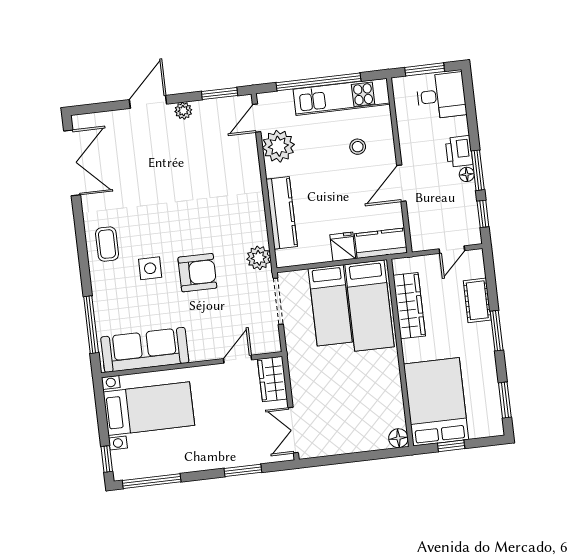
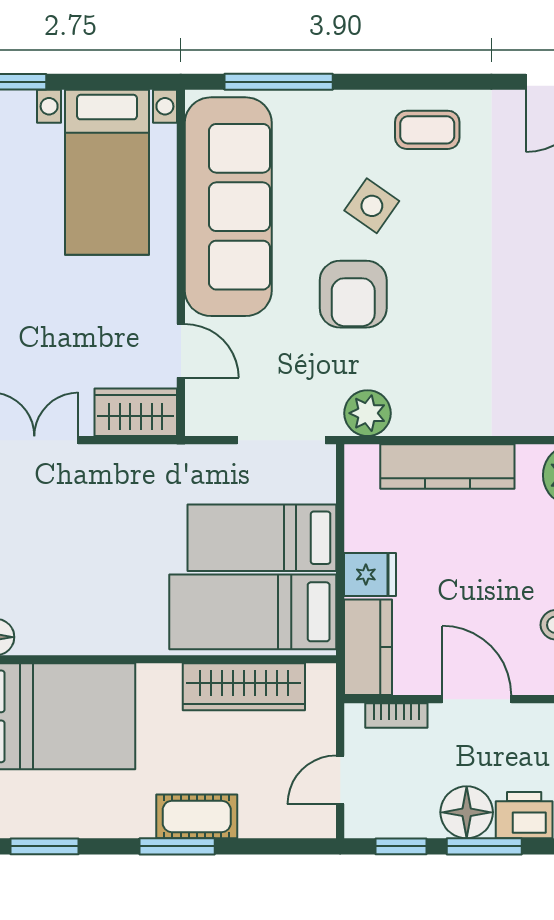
floor lamp: (467, 174) -> (467, 812), width x1.89, depth x1.89
bookcase: (415, 224) -> (396, 715), added
door: (452, 250) -> (340, 780), hinge flipped
side table: (150, 268) -> (372, 206), turned 35
cot: (477, 300) -> (197, 816), moved
sofa: (145, 350) -> (228, 207), width x1.36, depth x1.27

